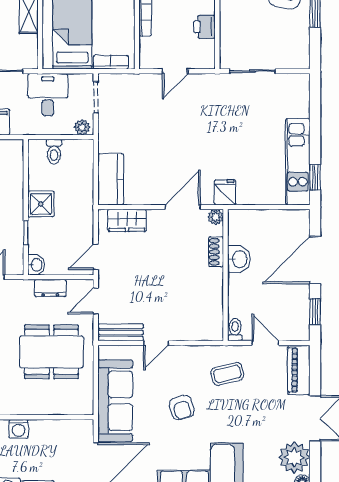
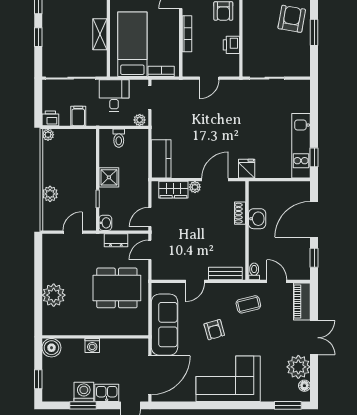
plant: (216, 217) -> (195, 187), moved
bench: (121, 332) -> (225, 273), moved

